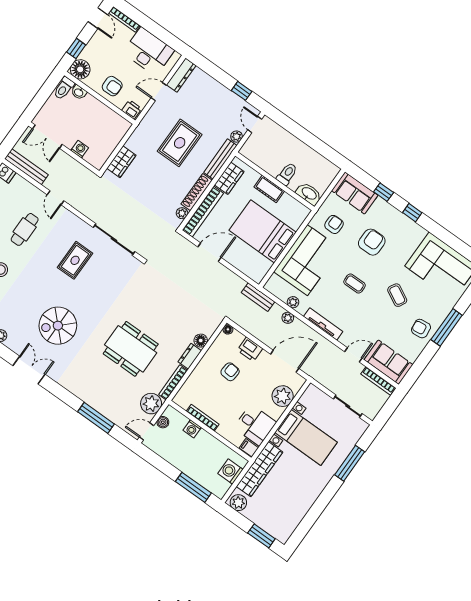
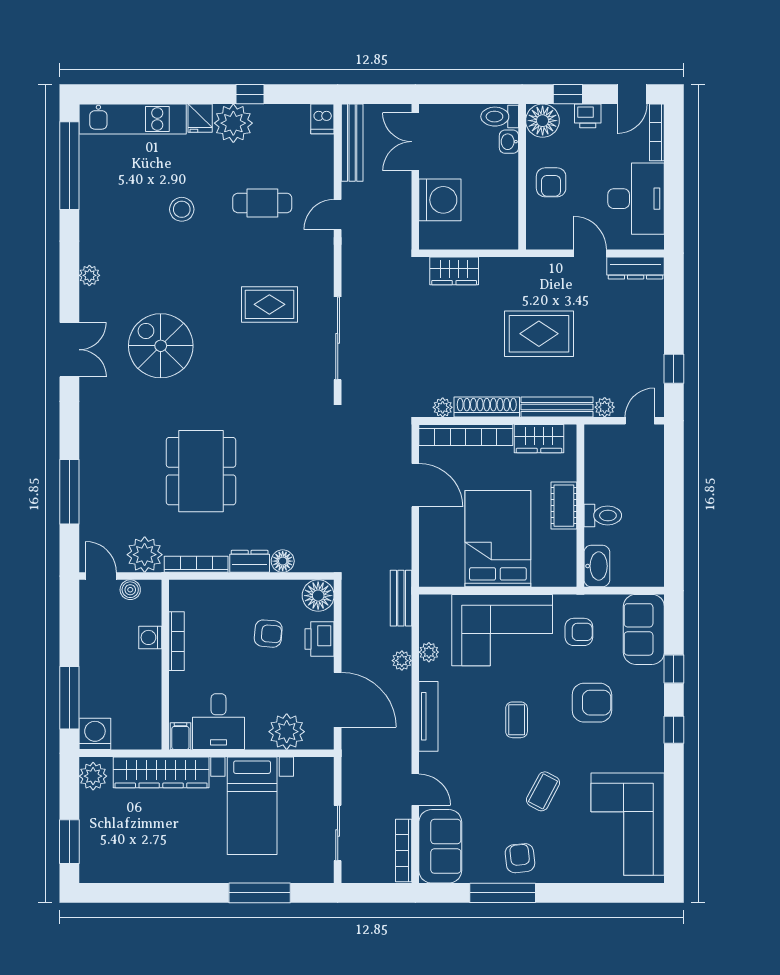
printer: (132, 109) -> (588, 116), moved, turned 90
washing machine: (80, 149) -> (440, 200), width x1.89, depth x1.89
window: (447, 327) -> (503, 893), moved
floor lamp: (228, 329) -> (318, 596), width x1.89, depth x1.89
washing machine: (230, 472) -> (95, 734), moved

